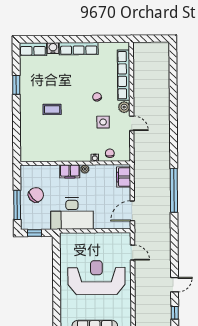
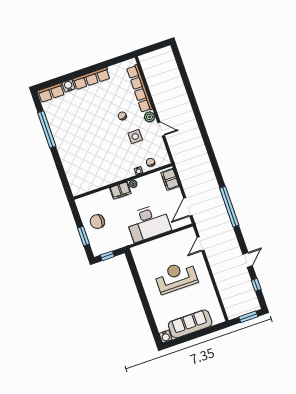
window: (16, 85) -> (47, 129), width x2.11
coffee table: (52, 109) -> (86, 141), removed
window: (174, 190) -> (229, 207), moved
chair: (36, 195) -> (97, 221), turned -138
window: (17, 205) -> (83, 236), width x0.69
desk: (72, 214) -> (148, 223), moved
door: (133, 253) -> (201, 244), swing flipped
reception desk: (96, 278) -> (176, 277), width x0.74, depth x0.77

